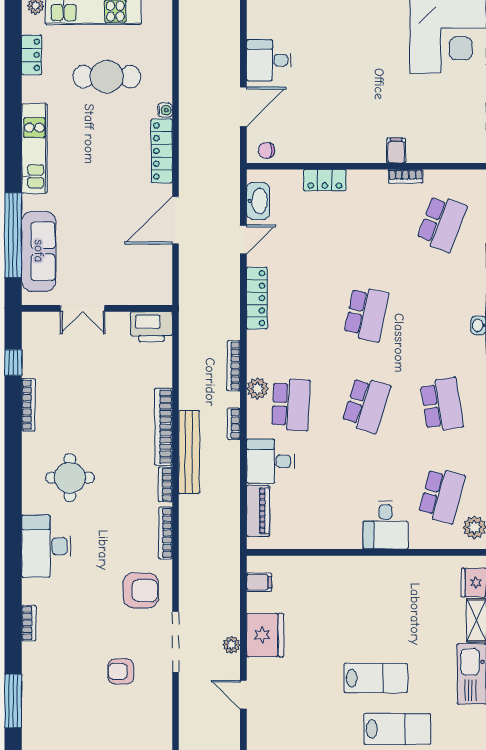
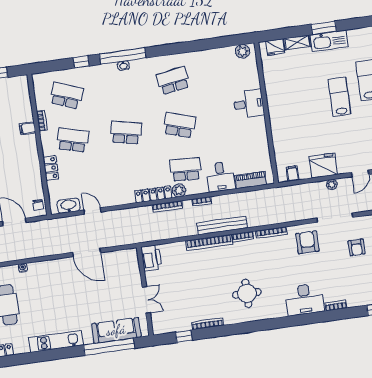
locker: (162, 151) -> (47, 266), removed
locker: (257, 298) -> (153, 194), moved
school desk: (442, 495) -> (73, 140), moved
desk: (46, 546) -> (305, 299), moved

